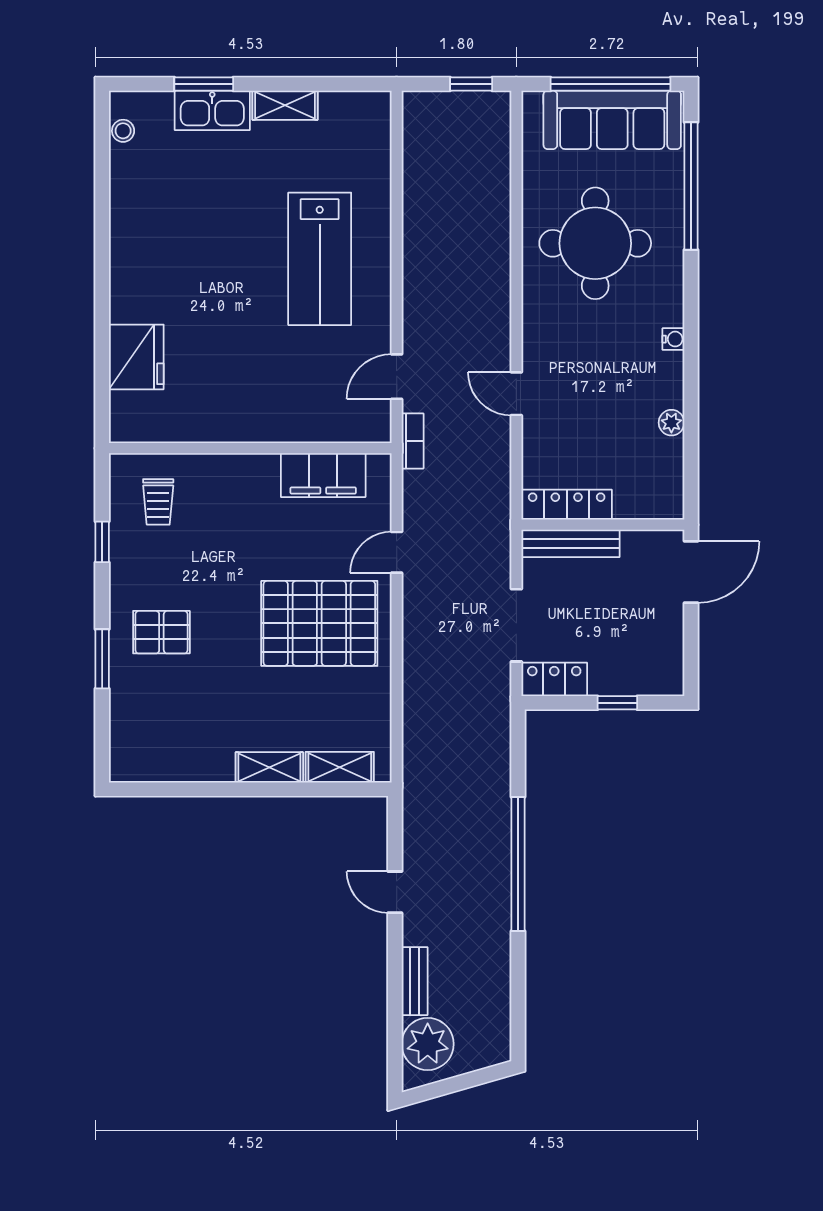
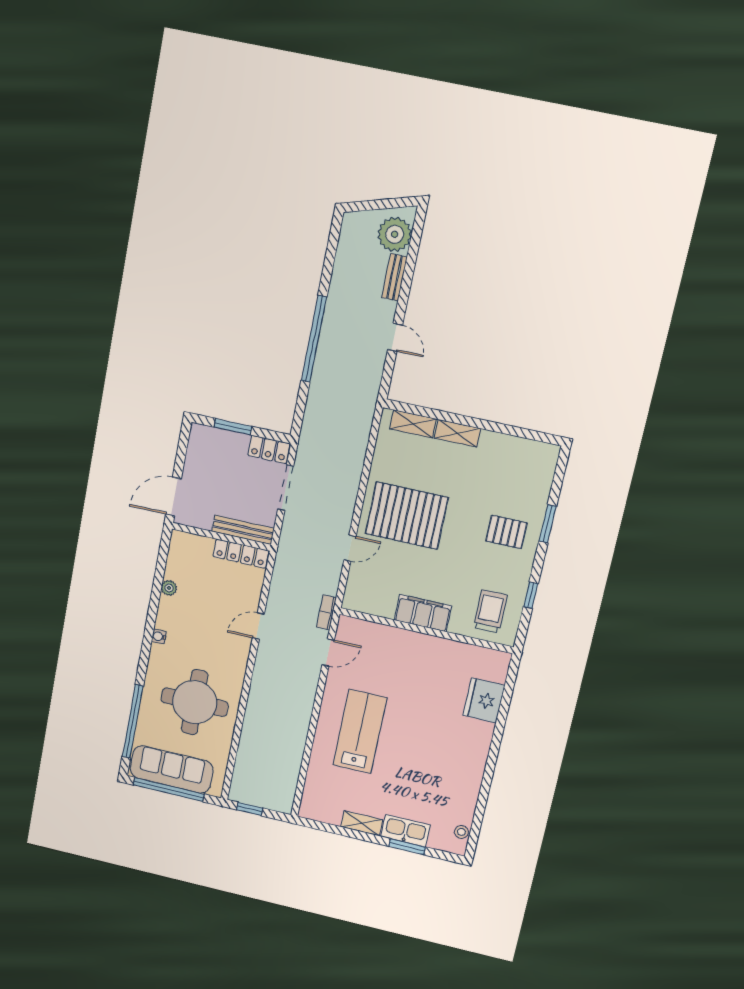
door: (516, 394) -> (258, 626), swing flipped
filing cabinet: (323, 475) -> (423, 613), moved
trolley: (158, 502) -> (490, 611), width x1.36, depth x1.39
window: (617, 703) -> (233, 427), width x1.50

